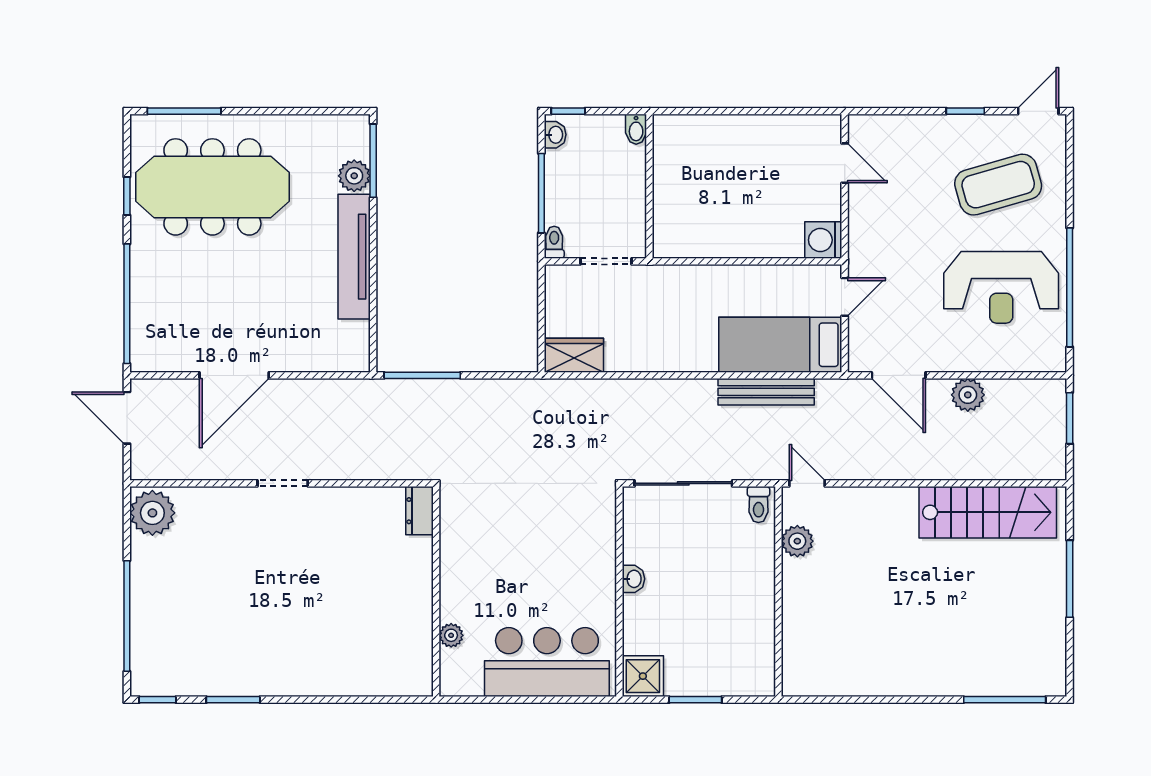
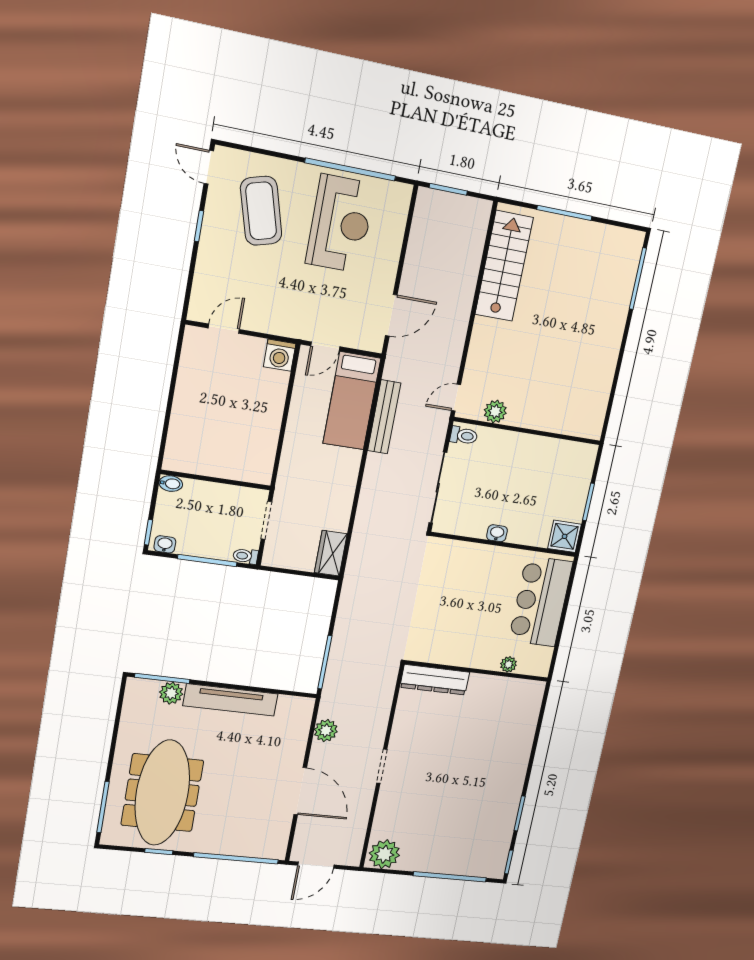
door: (845, 297) -> (325, 346), swing flipped
plant: (968, 395) -> (326, 731), moved
dresser: (420, 511) -> (435, 680), width x1.96, depth x1.24

